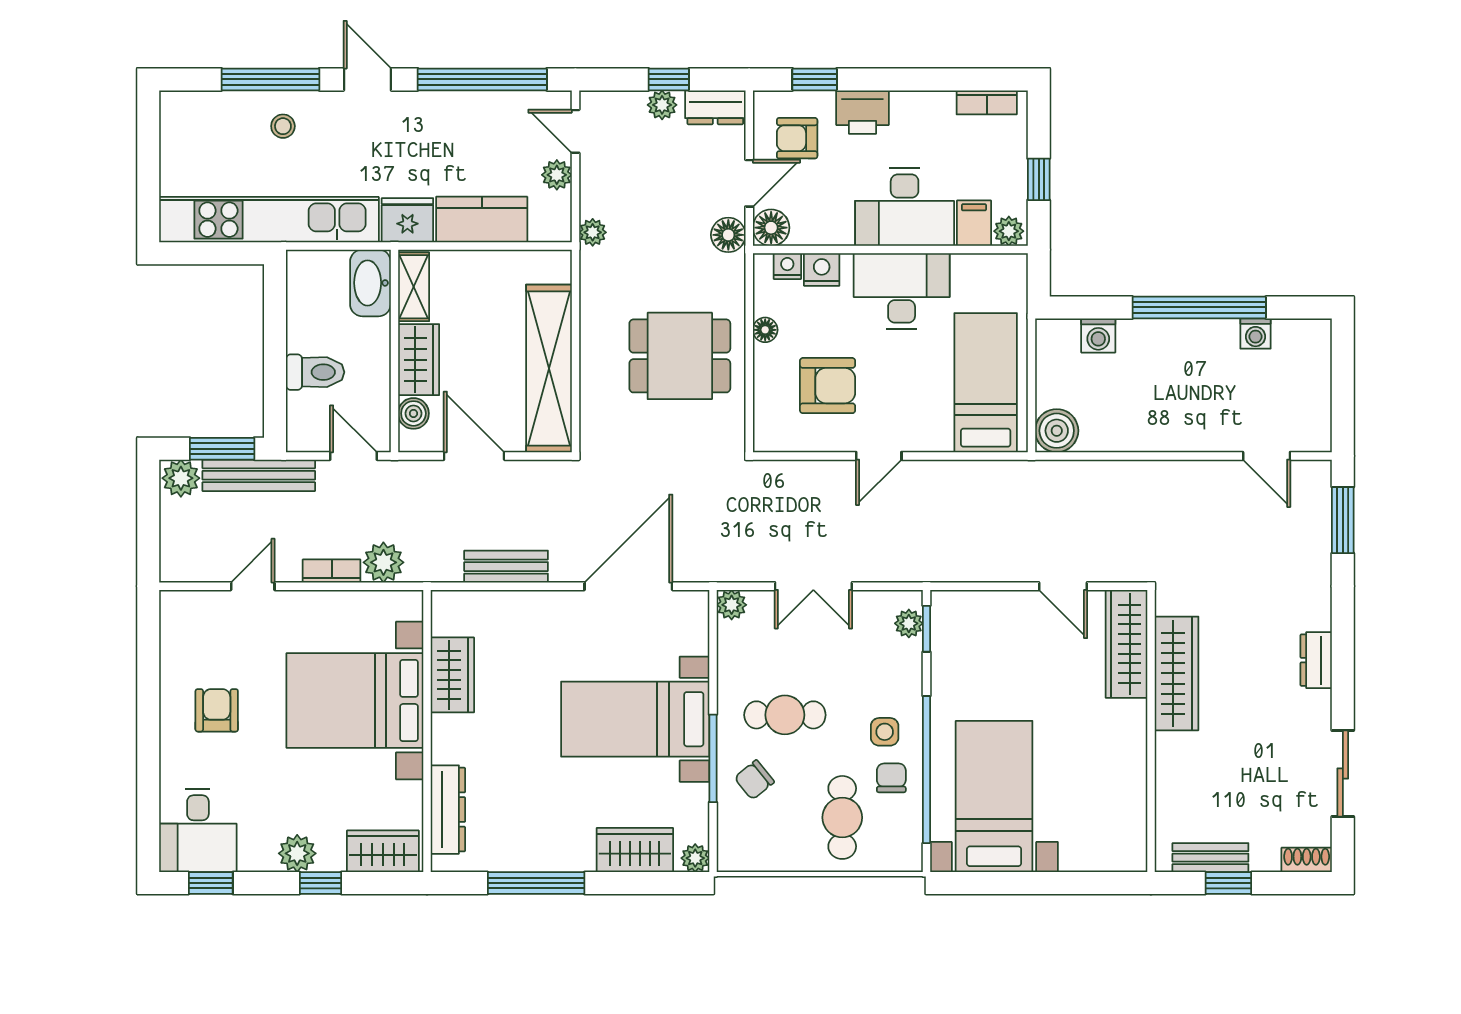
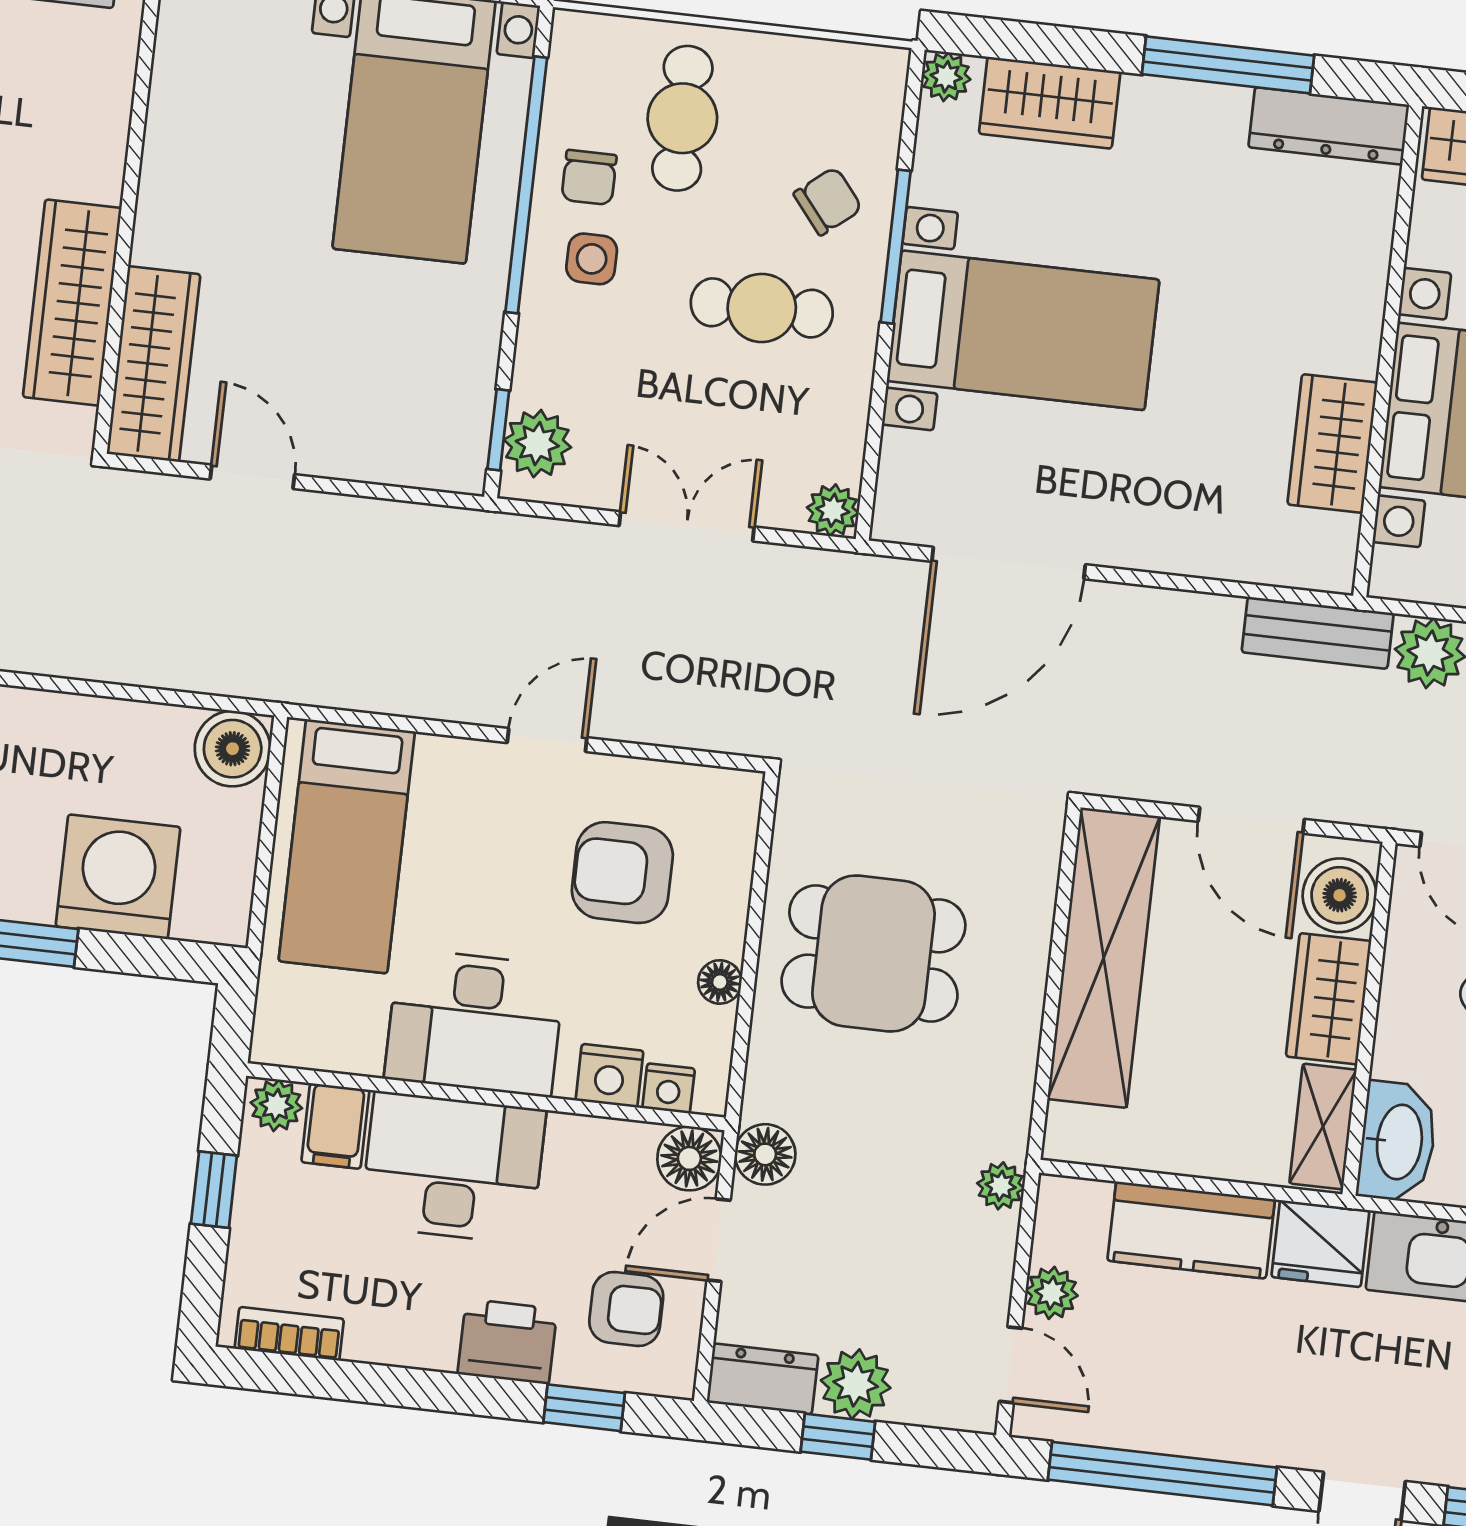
plant: (662, 105) -> (856, 1384), width x1.38, depth x1.38
washing machine: (1098, 335) -> (118, 877), width x1.89, depth x1.89
boiler: (413, 413) -> (1340, 895), width x1.36, depth x1.36
bench: (506, 567) -> (1318, 633), moved
plant: (909, 623) -> (537, 444), width x1.38, depth x1.38
dresser: (448, 810) -> (1328, 126), moved, turned -90

